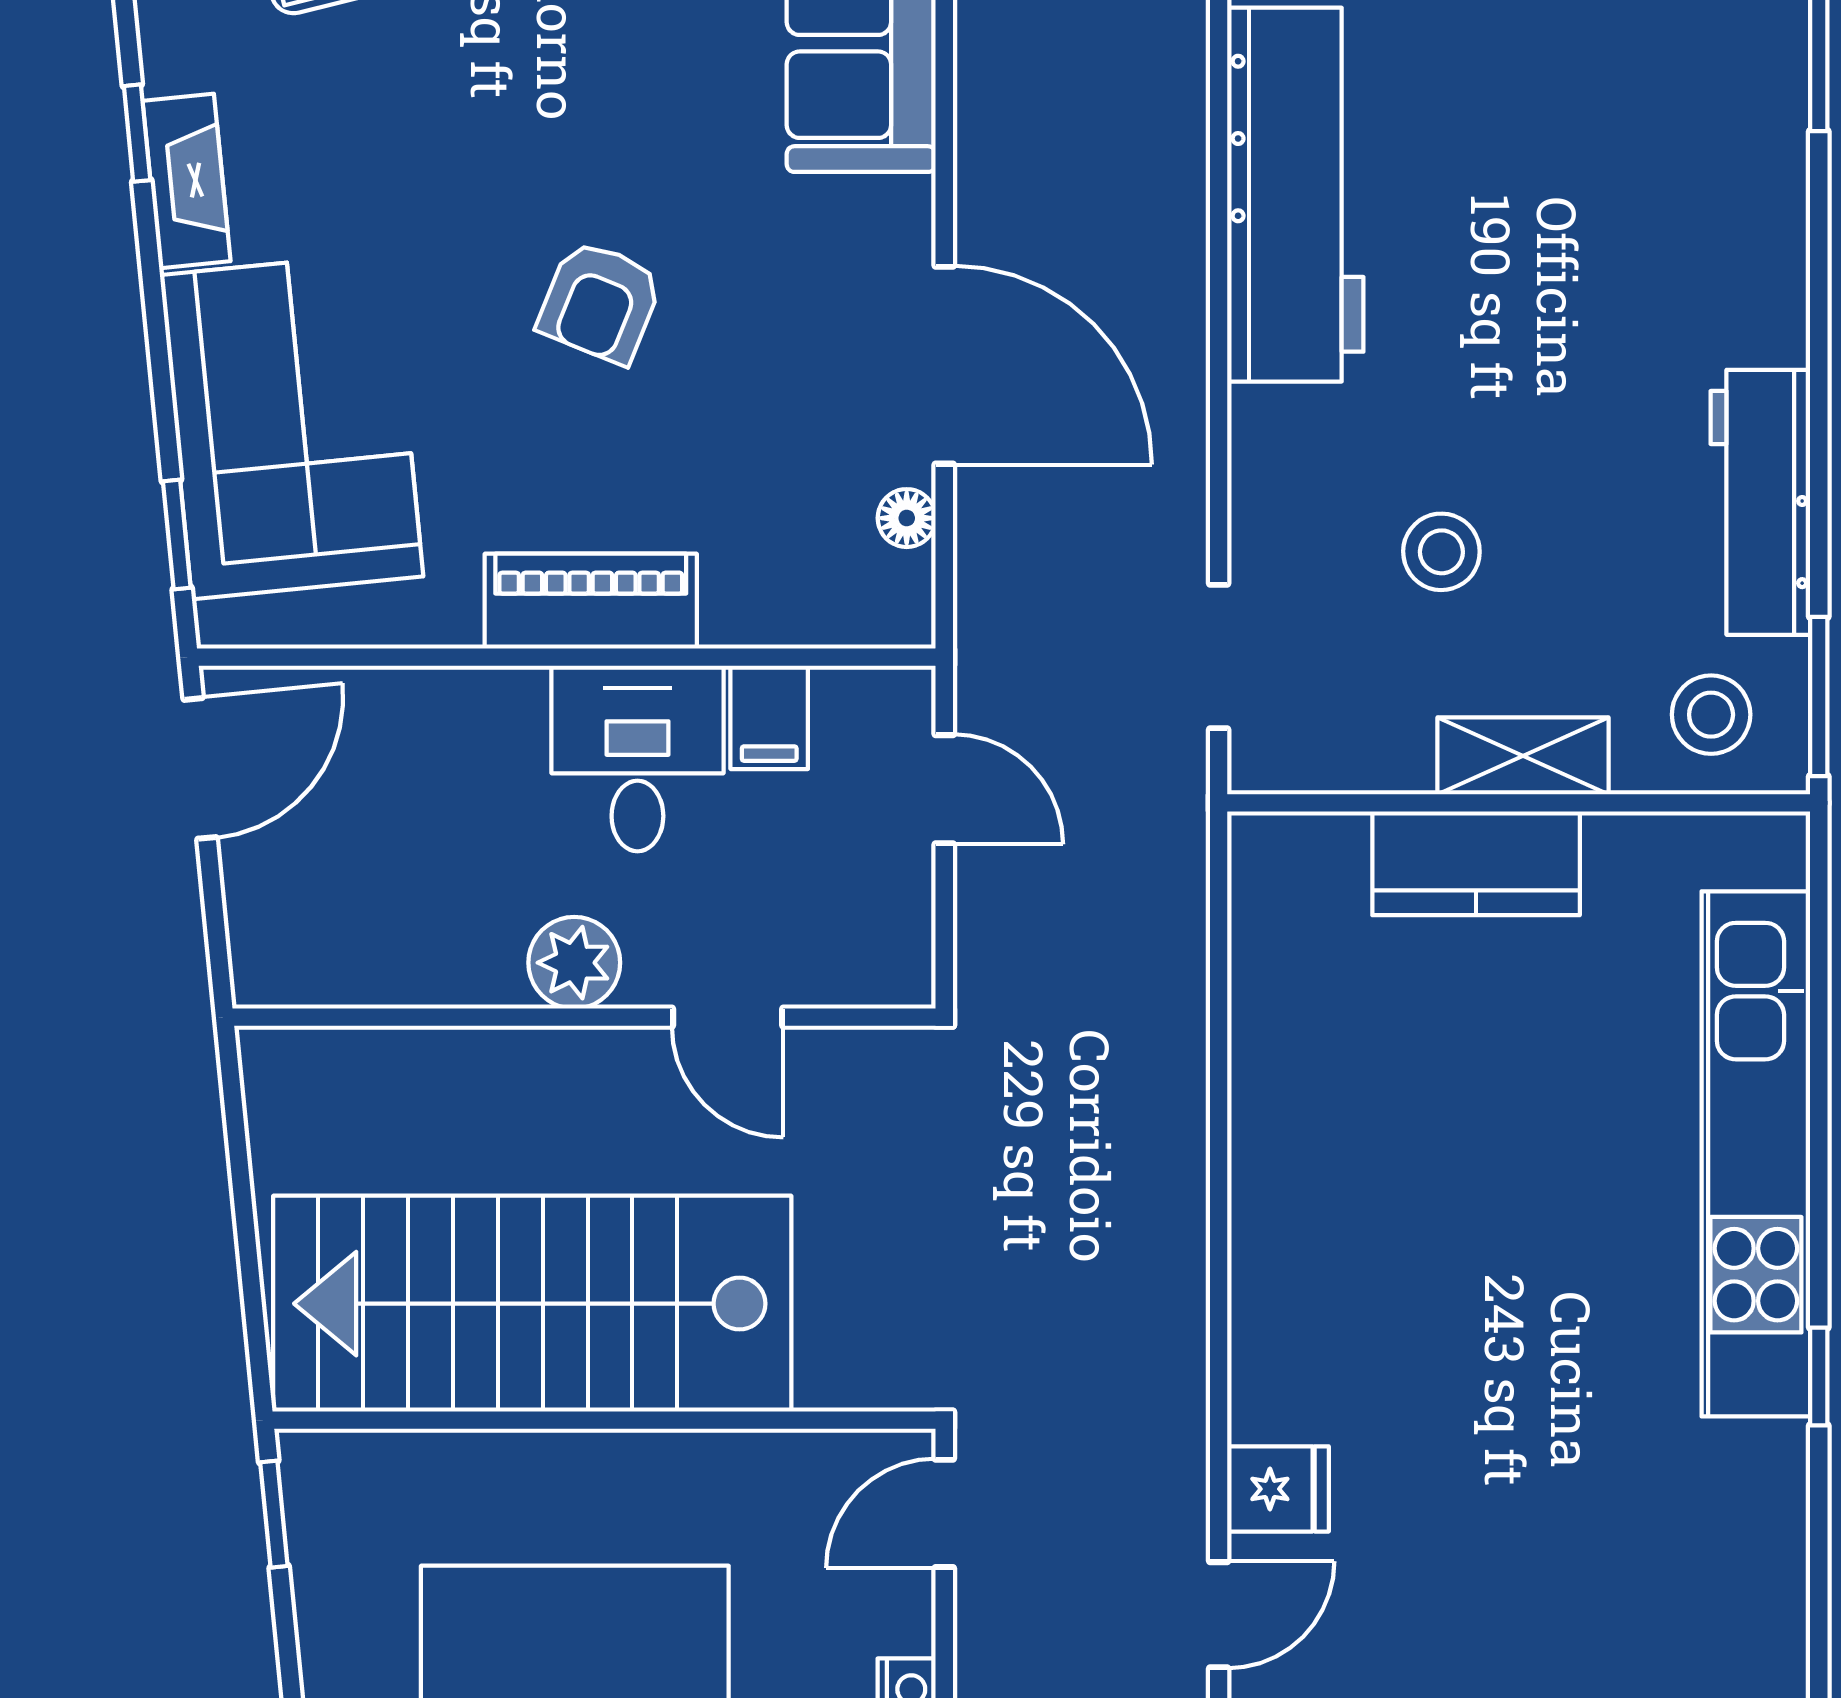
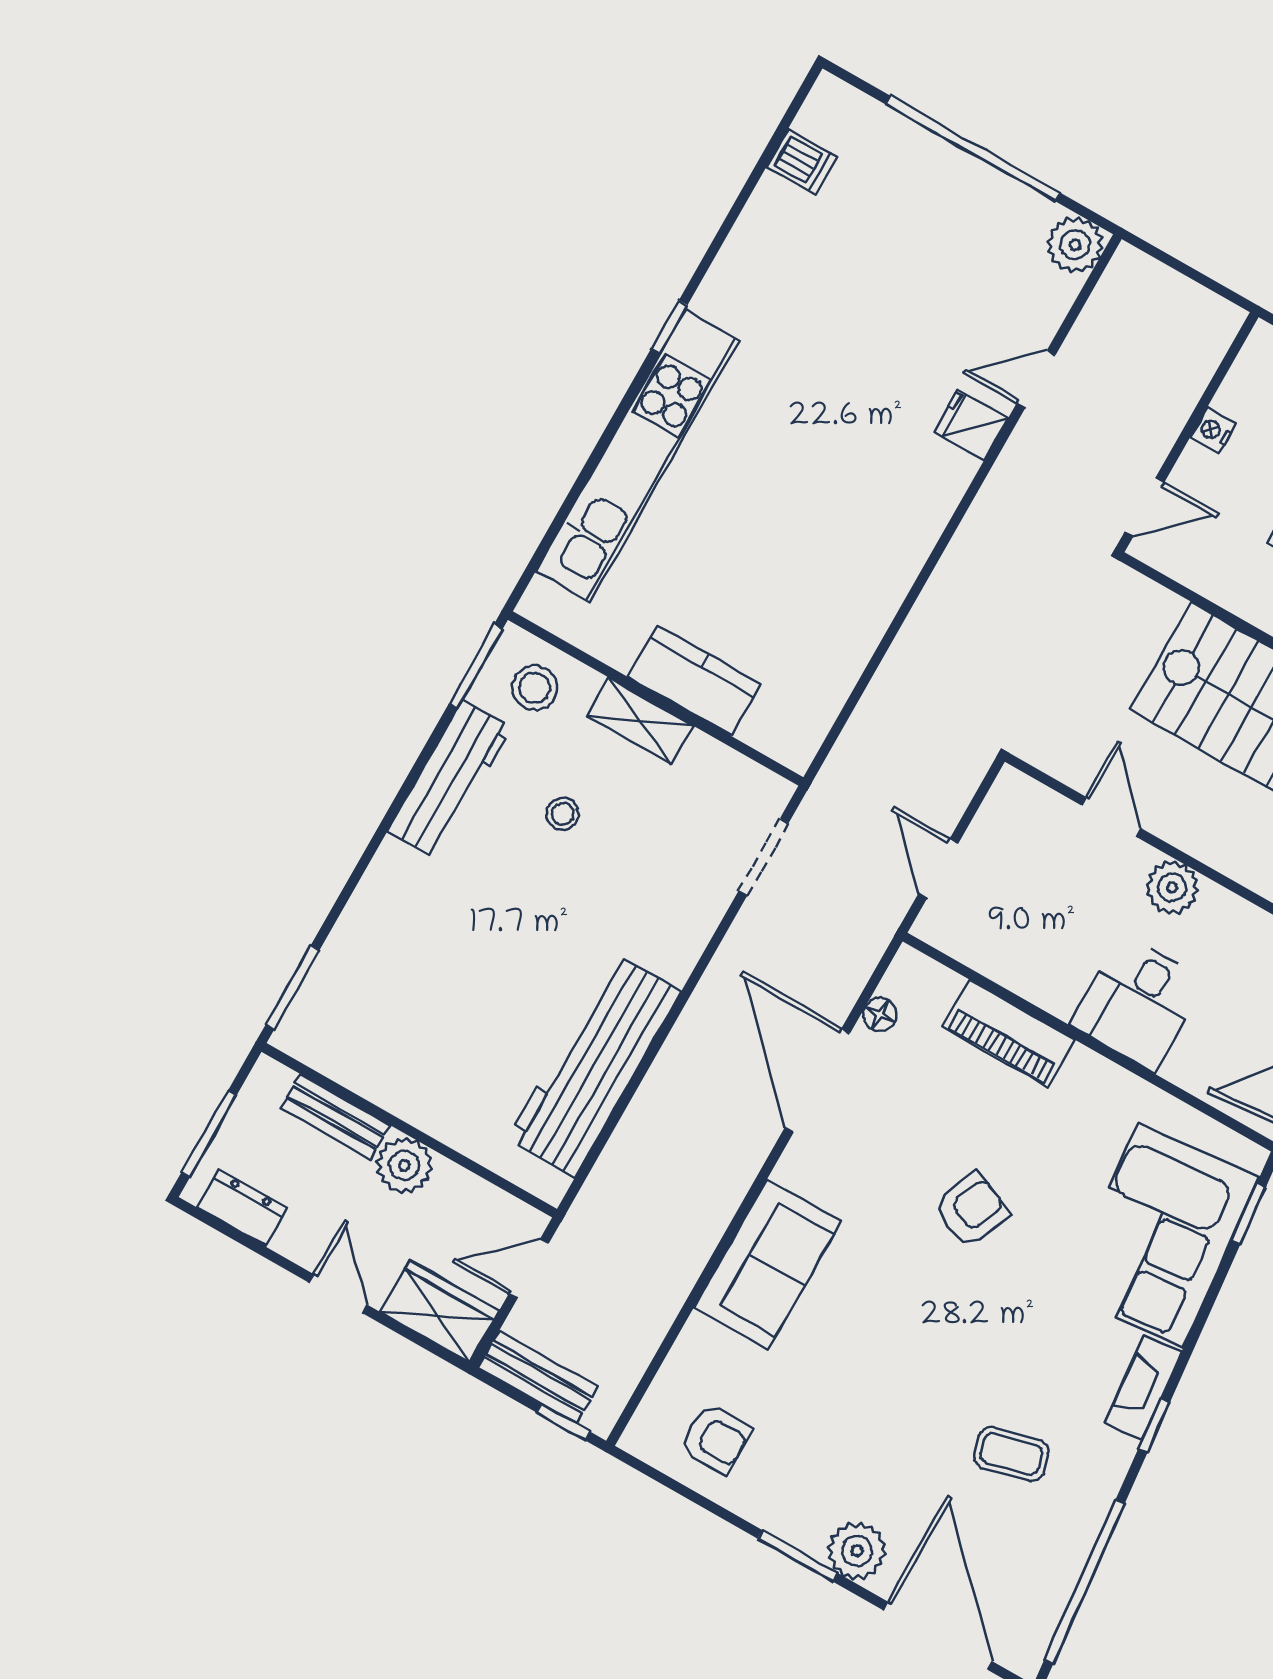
stool: (1441, 552) -> (563, 814), moved, width x0.73, depth x0.73
piano: (591, 601) -> (1009, 1033), moved
filing cabinet: (769, 717) -> (1005, 954), removed
desk: (637, 758) -> (1138, 1003), moved

